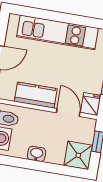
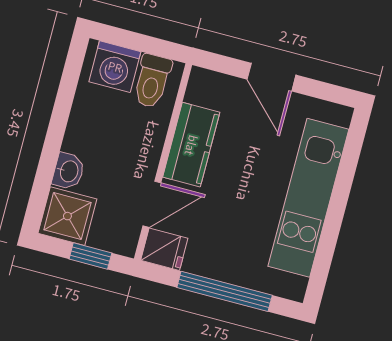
washbasin: (37, 154) -> (68, 171), moved

